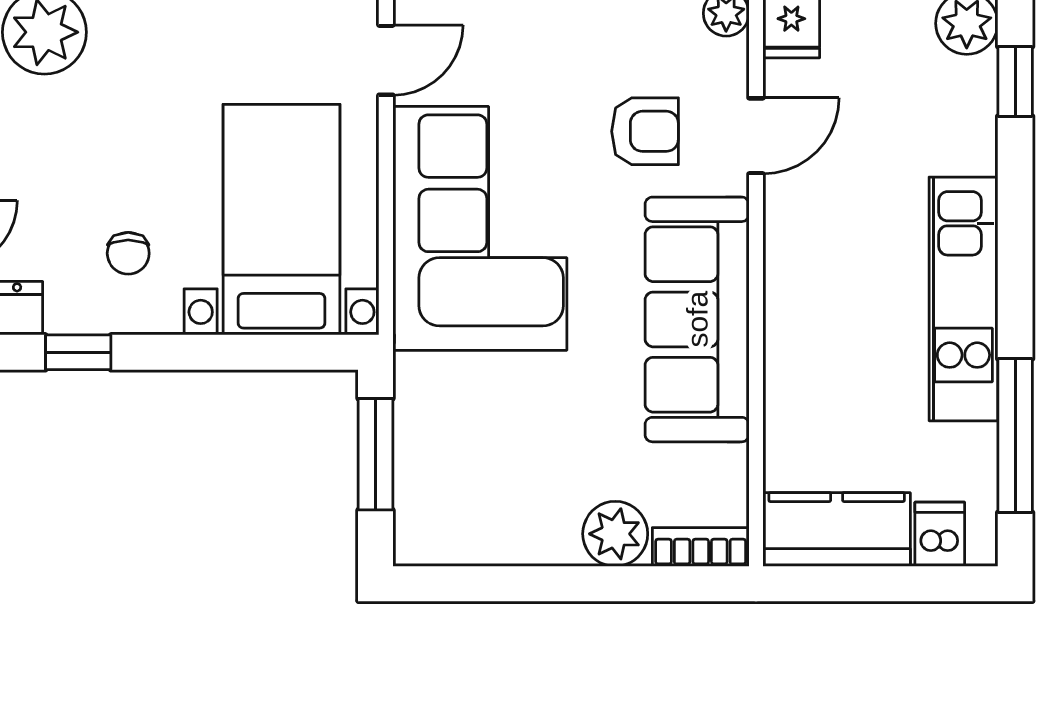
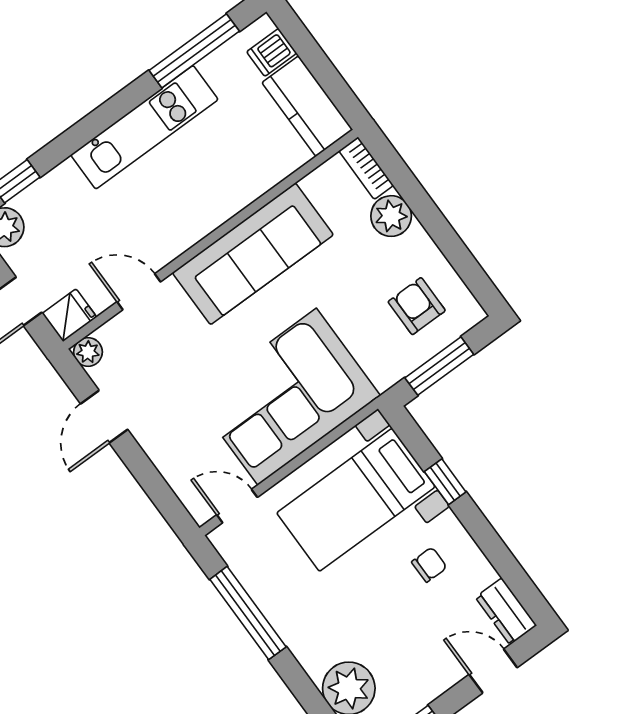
armchair: (645, 131) -> (417, 306), moved
window: (78, 352) -> (445, 482), moved

